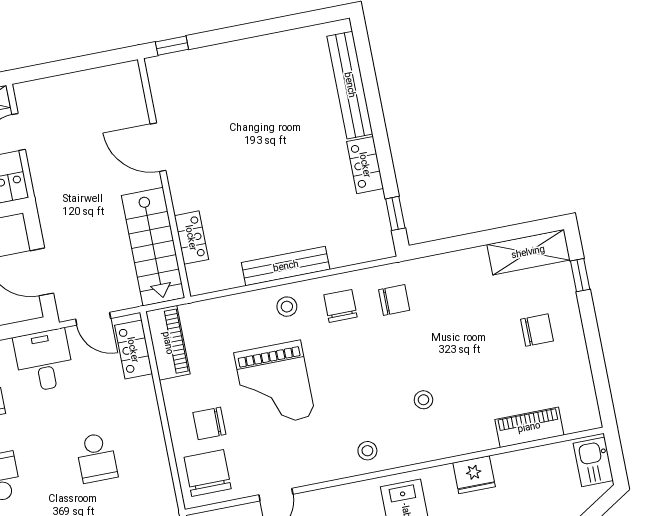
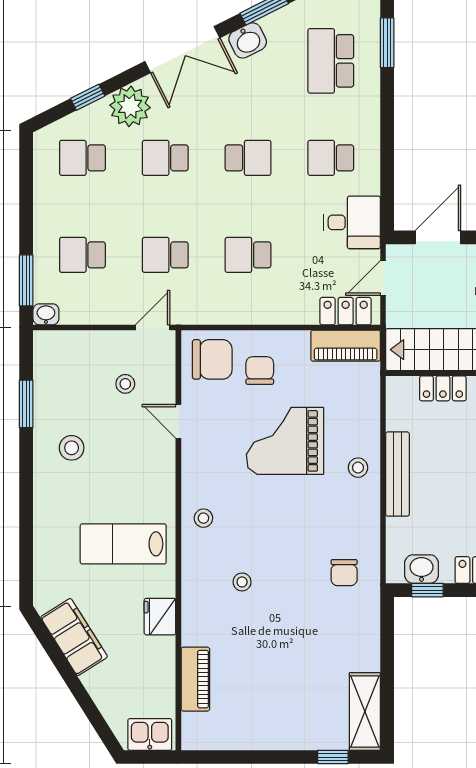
washbasin: (376, 224) -> (421, 569), added
chair: (340, 306) -> (349, 520), removed
chair: (537, 330) -> (288, 705), removed

